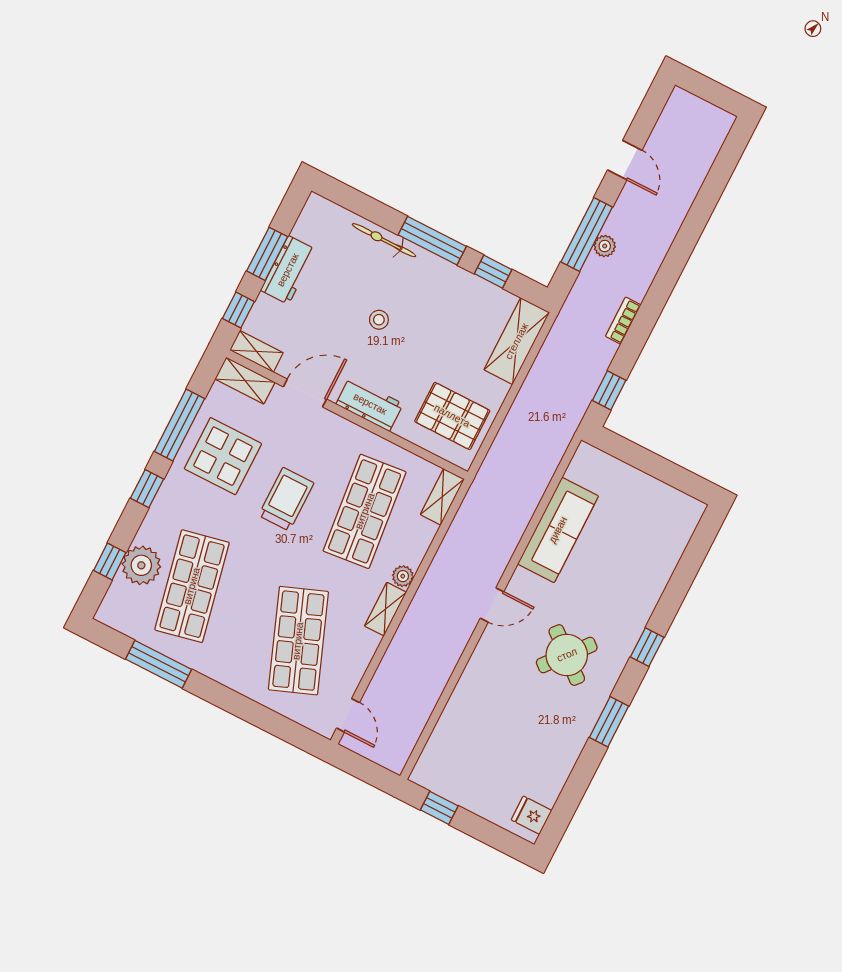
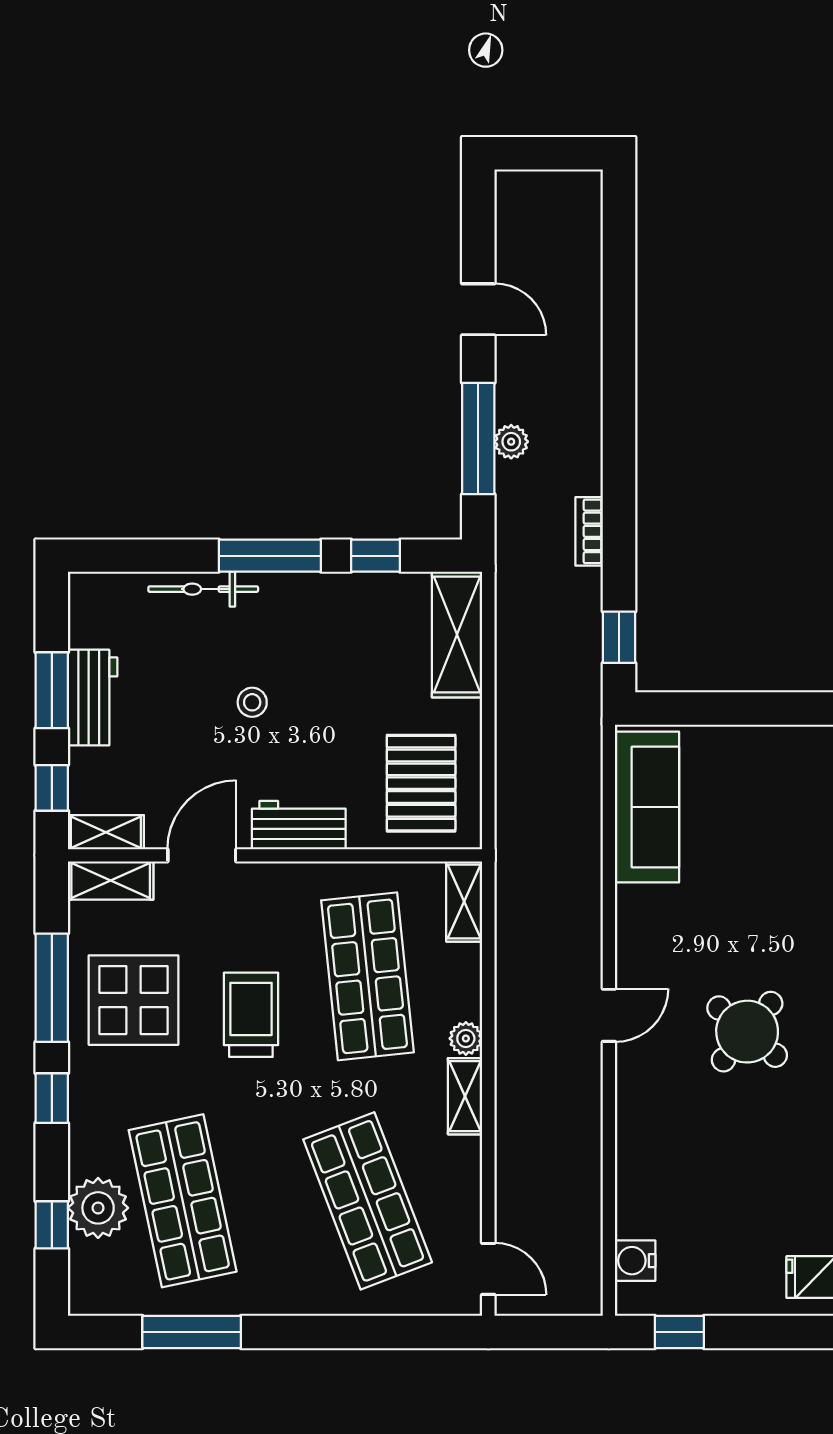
pallet: (452, 416) -> (421, 783), turned 90
sofa: (558, 530) -> (647, 807), moved
water cooler: (435, 754) -> (635, 1261), added

